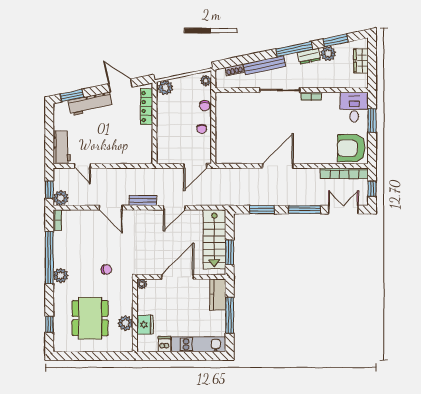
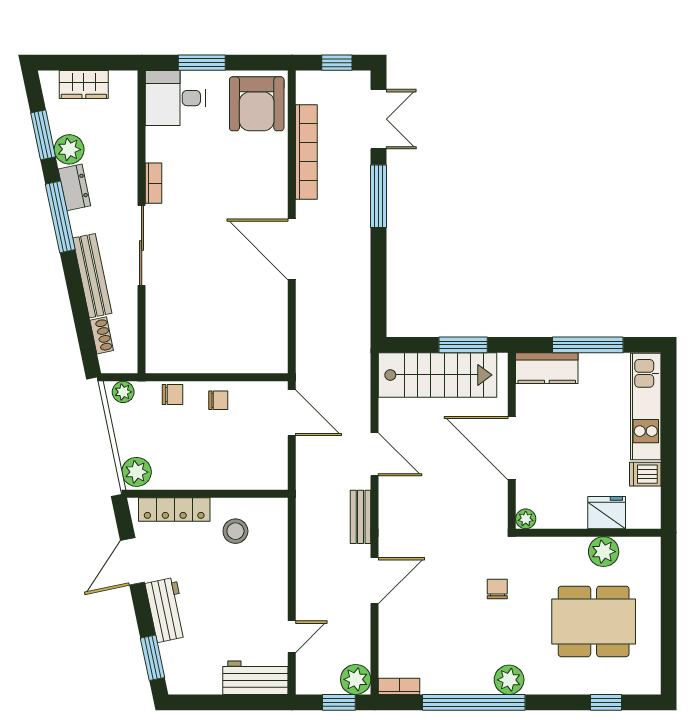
workbench: (90, 104) -> (166, 610), width x0.73
stool: (136, 137) -> (235, 531), added
bookcase: (344, 173) -> (306, 152), moved
window: (262, 210) -> (378, 281), removed
double door: (343, 210) -> (378, 119), swing flipped

